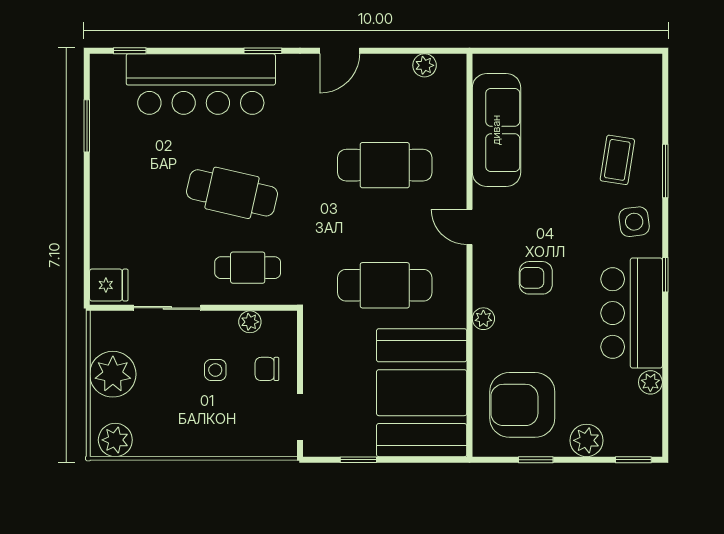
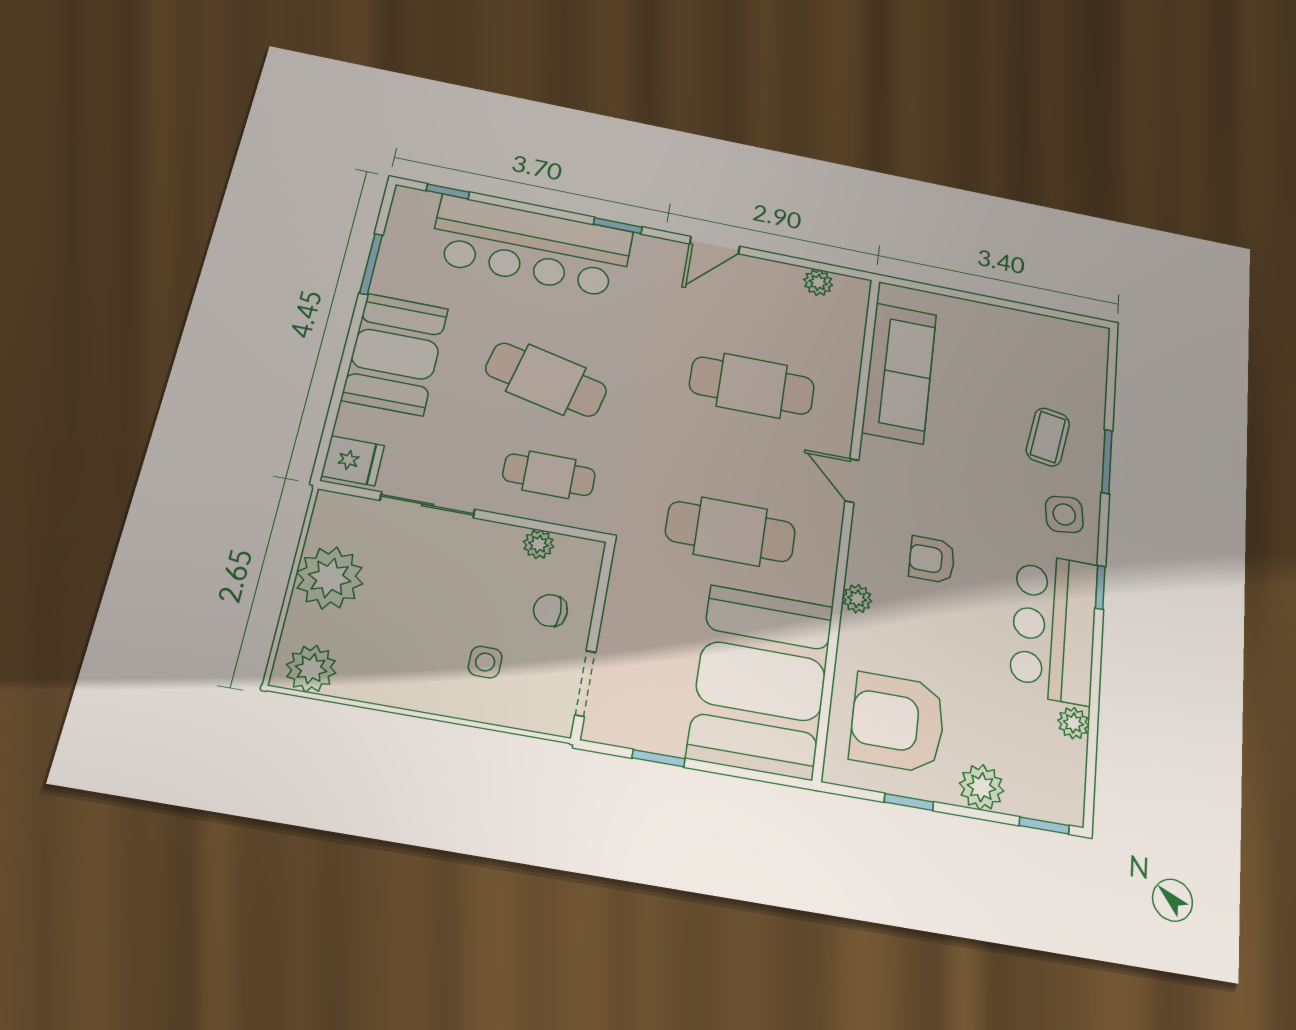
booth: (120, 196) -> (395, 354), added
side table: (215, 370) -> (485, 662), moved

